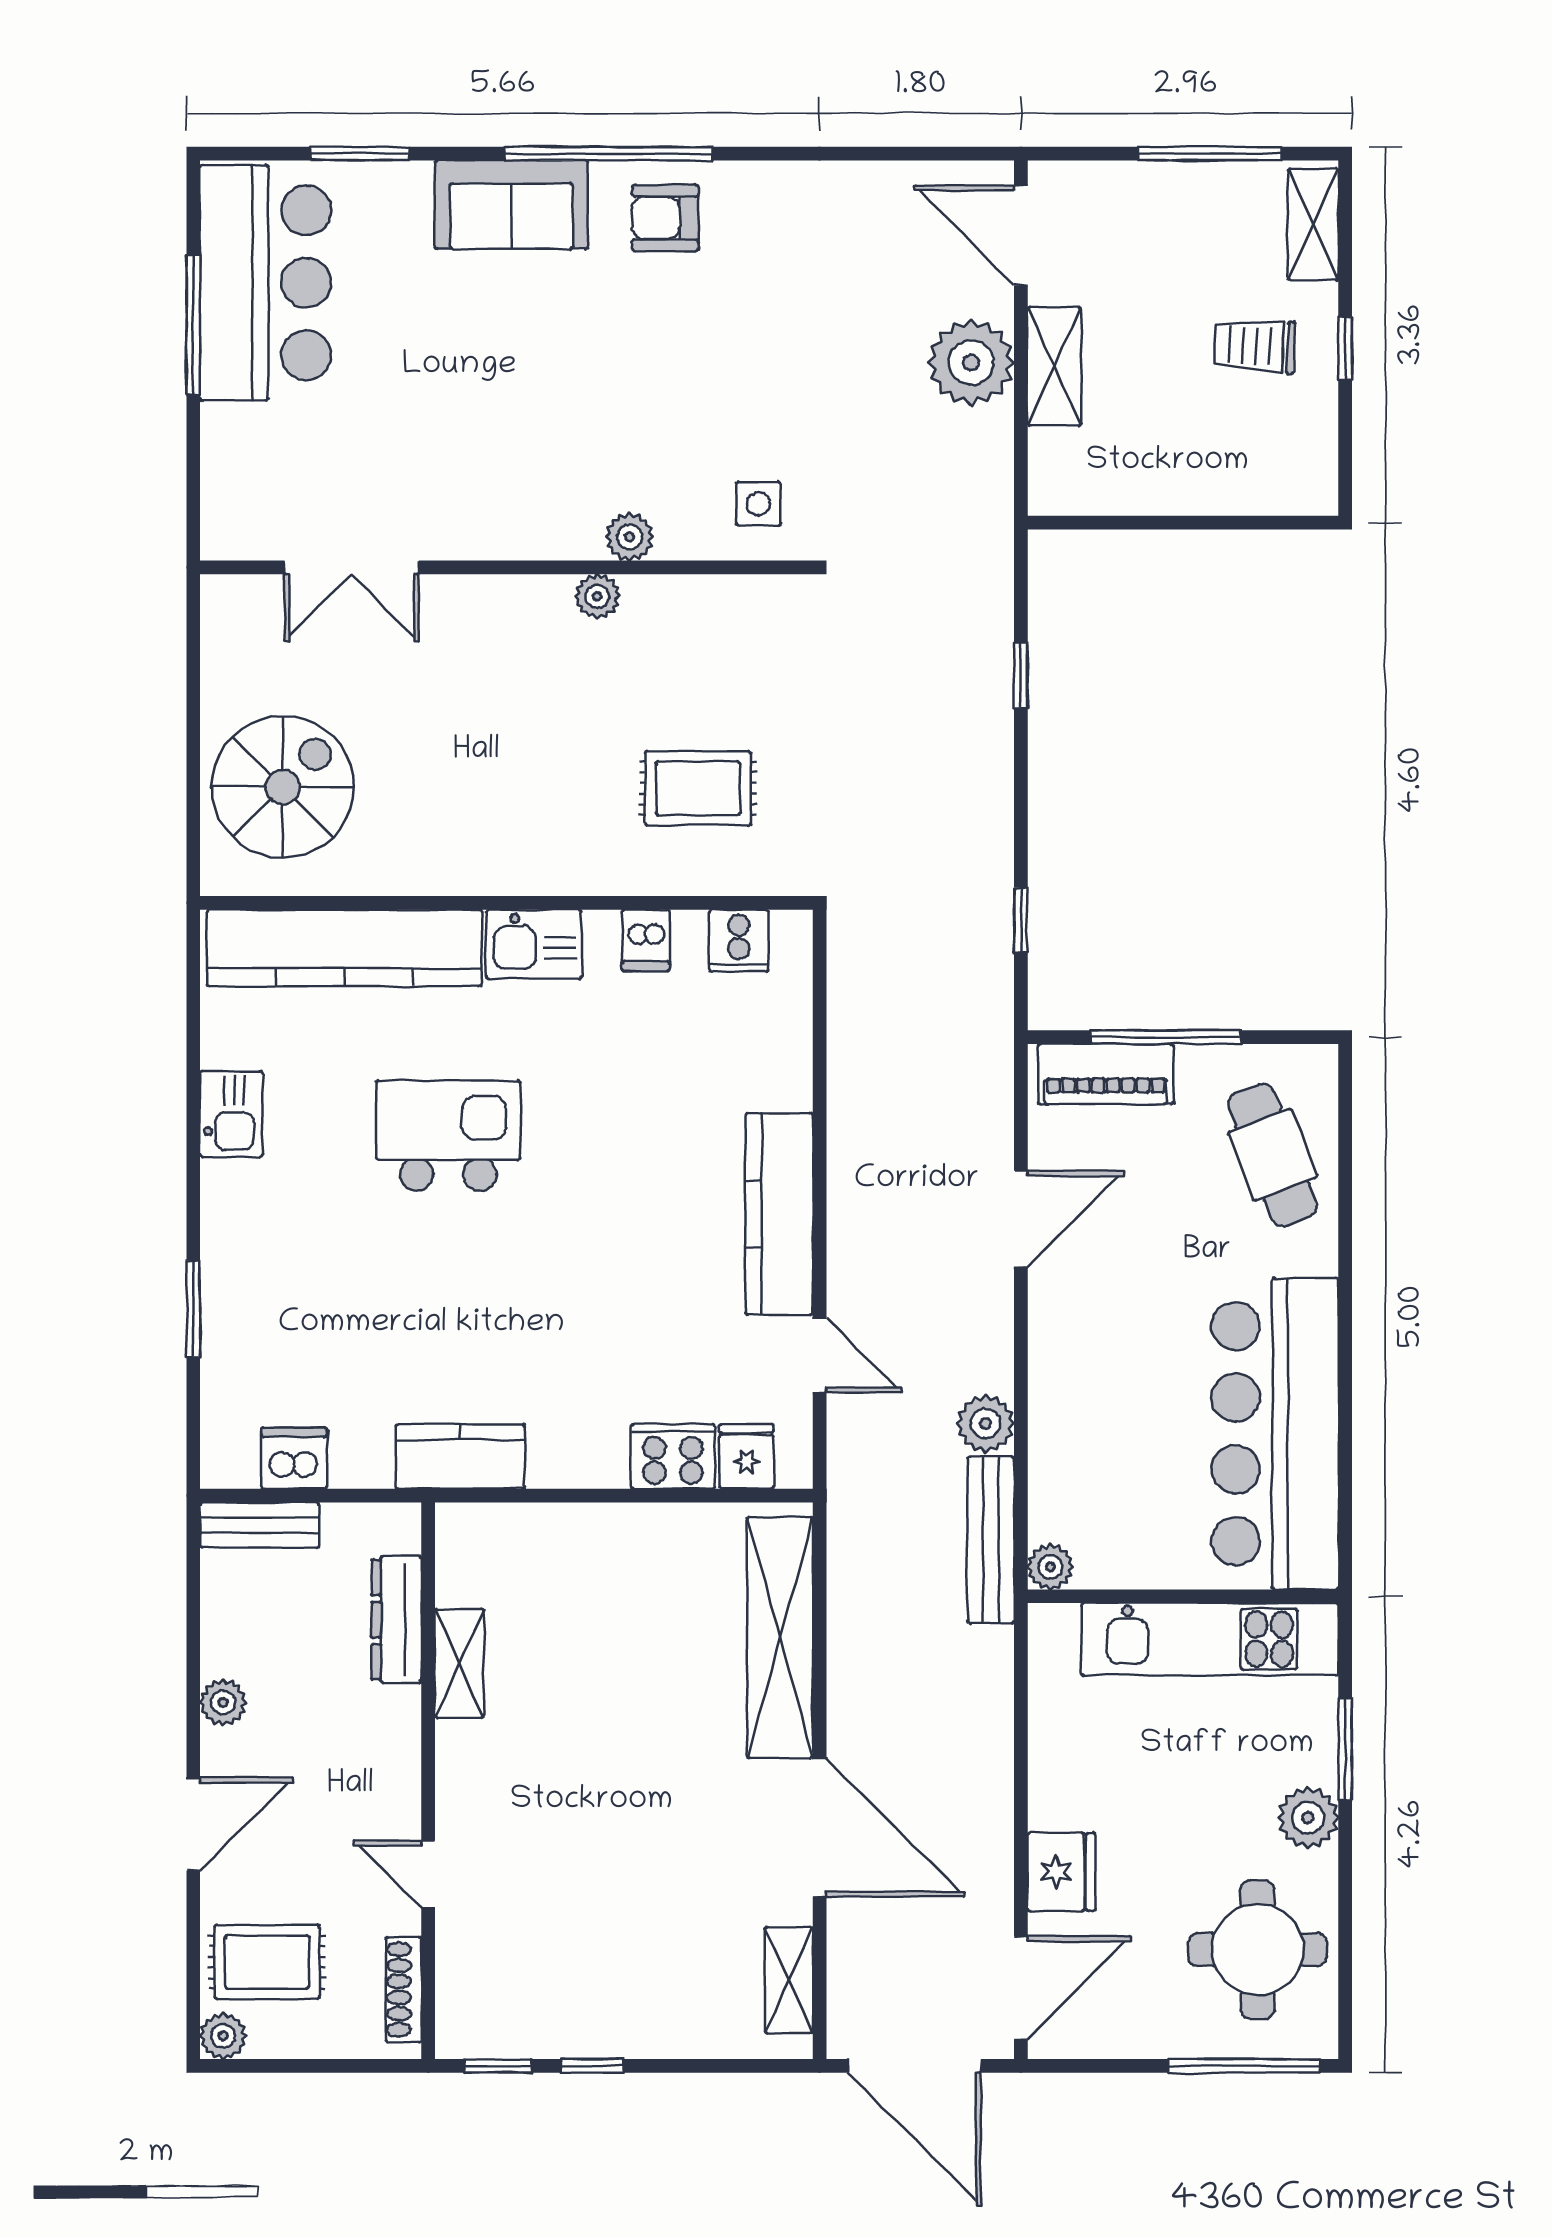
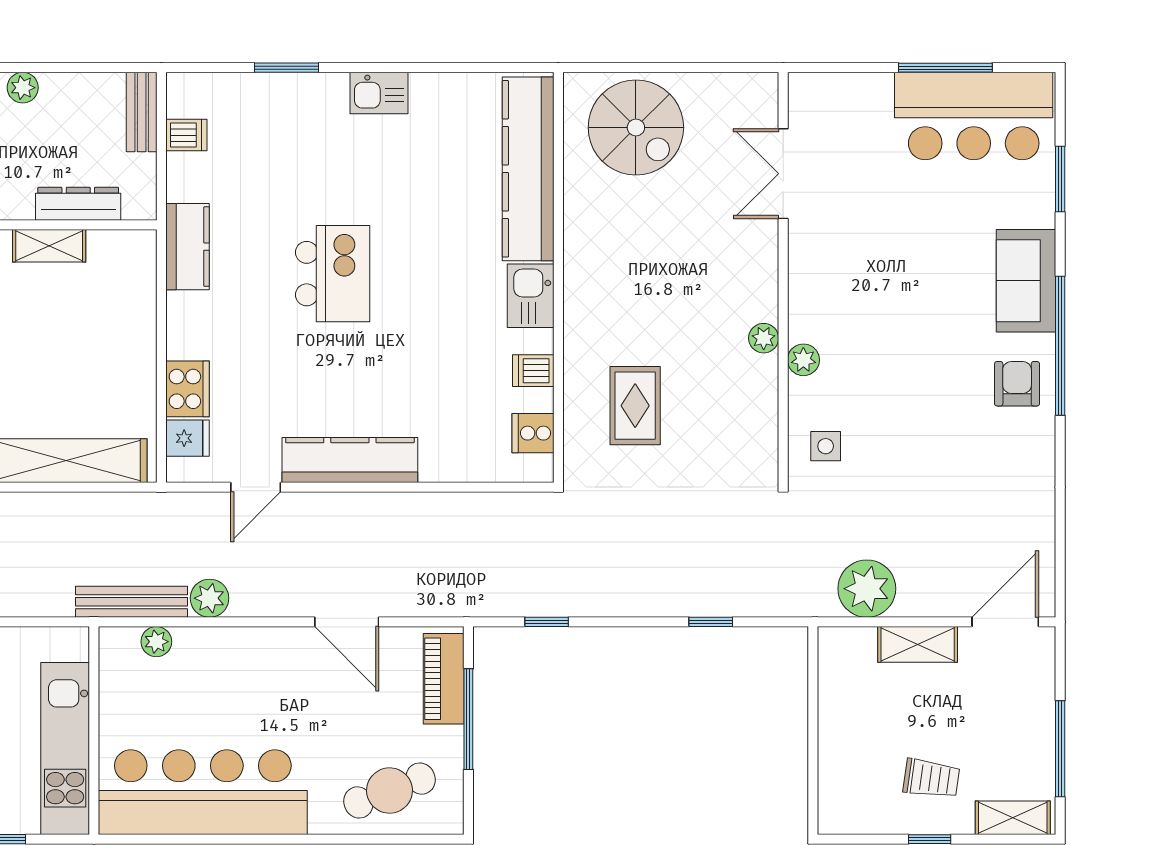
trolley: (1255, 346) -> (931, 779), turned 95
plant: (971, 362) -> (867, 589), moved
kitchen sink: (231, 1114) -> (379, 93), moved
kitchen island: (448, 1136) -> (333, 274), moved
dishwasher: (294, 1458) -> (186, 135), width x0.73
plant: (1050, 1567) -> (156, 642), moved

